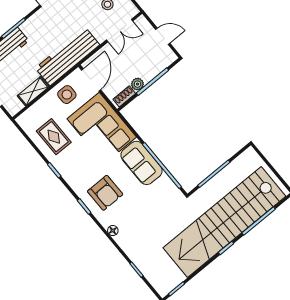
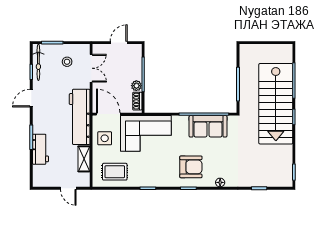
rug: (54, 137) -> (115, 172), moved
sofa: (141, 163) -> (208, 126), moved
stairs: (224, 222) -> (276, 104), width x0.73

